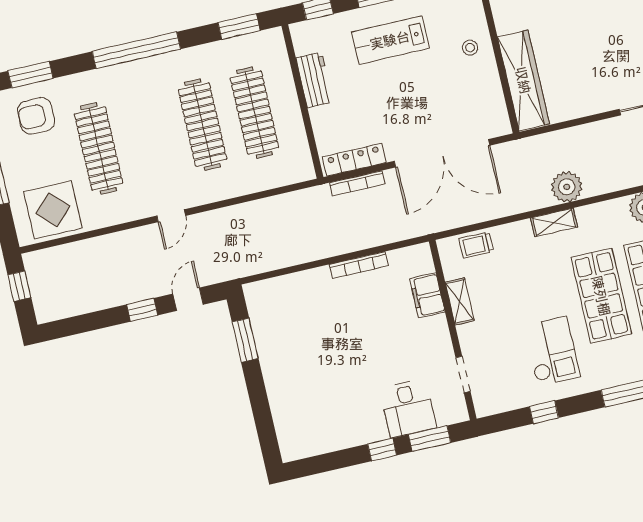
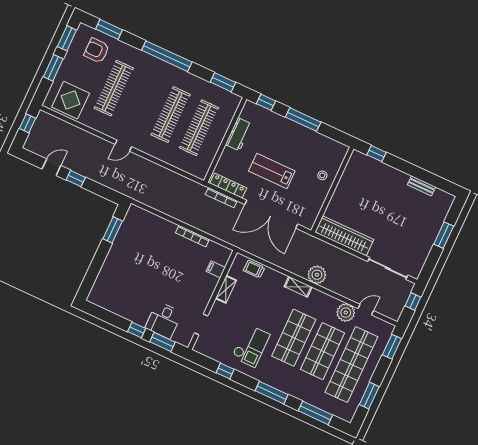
lab bench: (390, 40) -> (272, 171), moved
wardrobe: (523, 80) -> (344, 236), moved, turned -90
filing cabinet: (427, 295) -> (216, 269), width x0.50
door: (188, 299) -> (51, 167), moved

